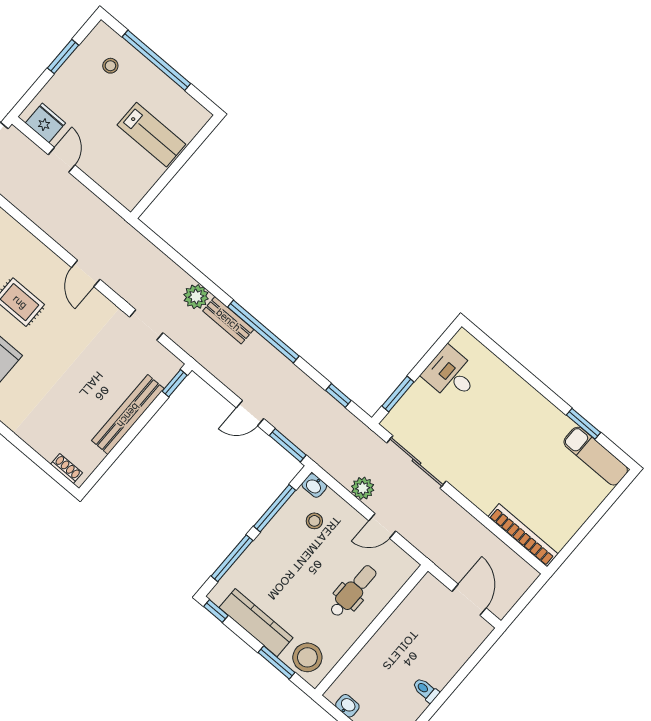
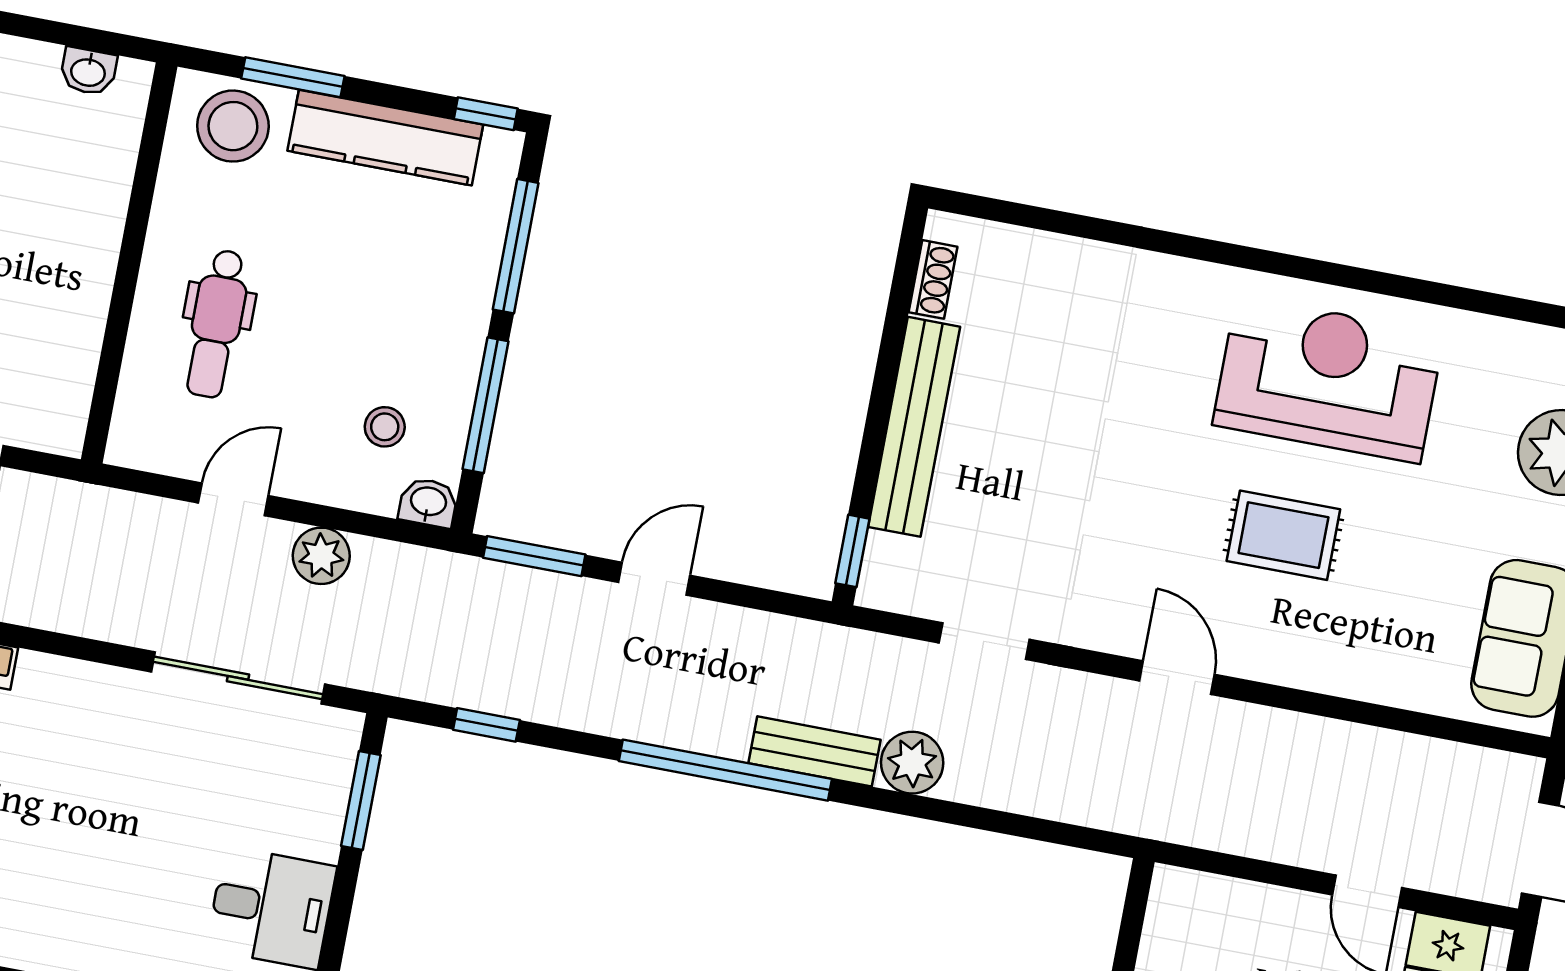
shoe rack: (67, 468) -> (933, 279), moved, turned -90

